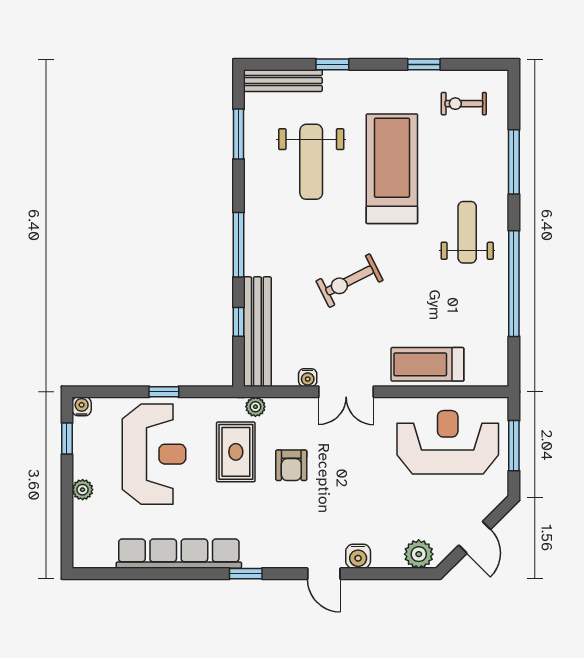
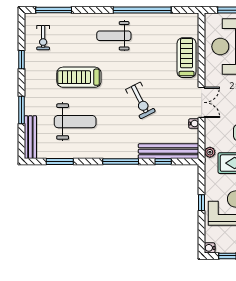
window: (332, 64) -> (21, 110), width x1.50
window: (514, 162) -> (54, 10), moved
treadmill: (392, 169) -> (79, 77), width x0.73, depth x0.73
treadmill: (427, 364) -> (187, 58), turned 180

